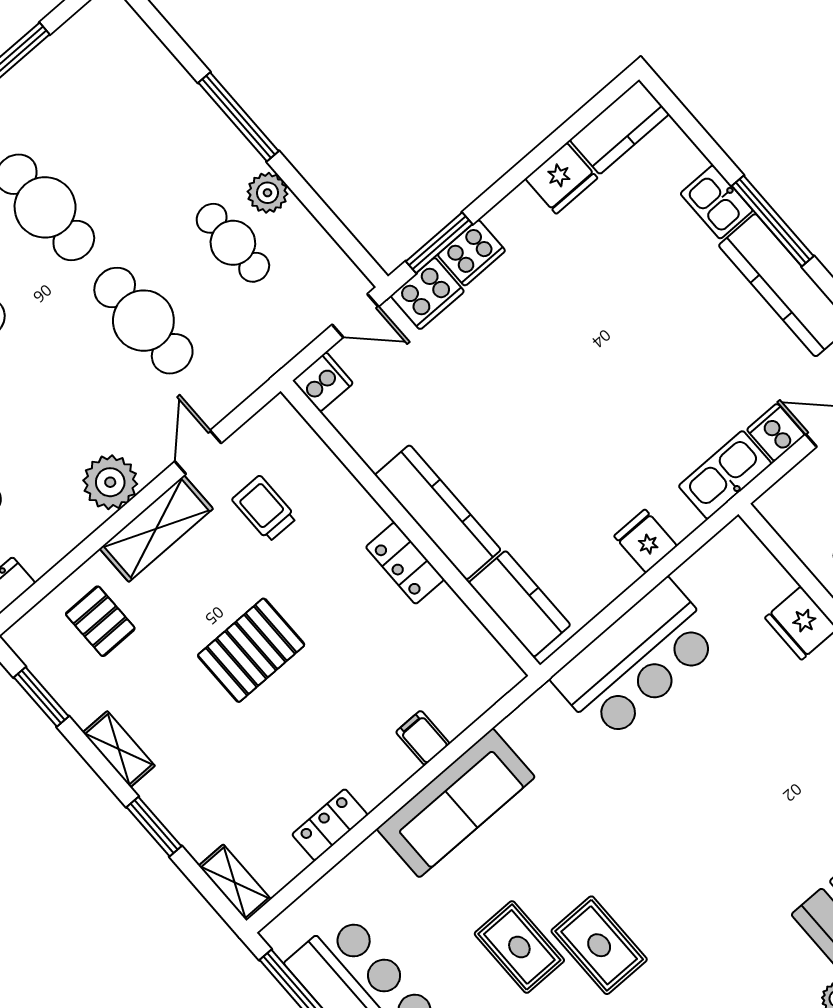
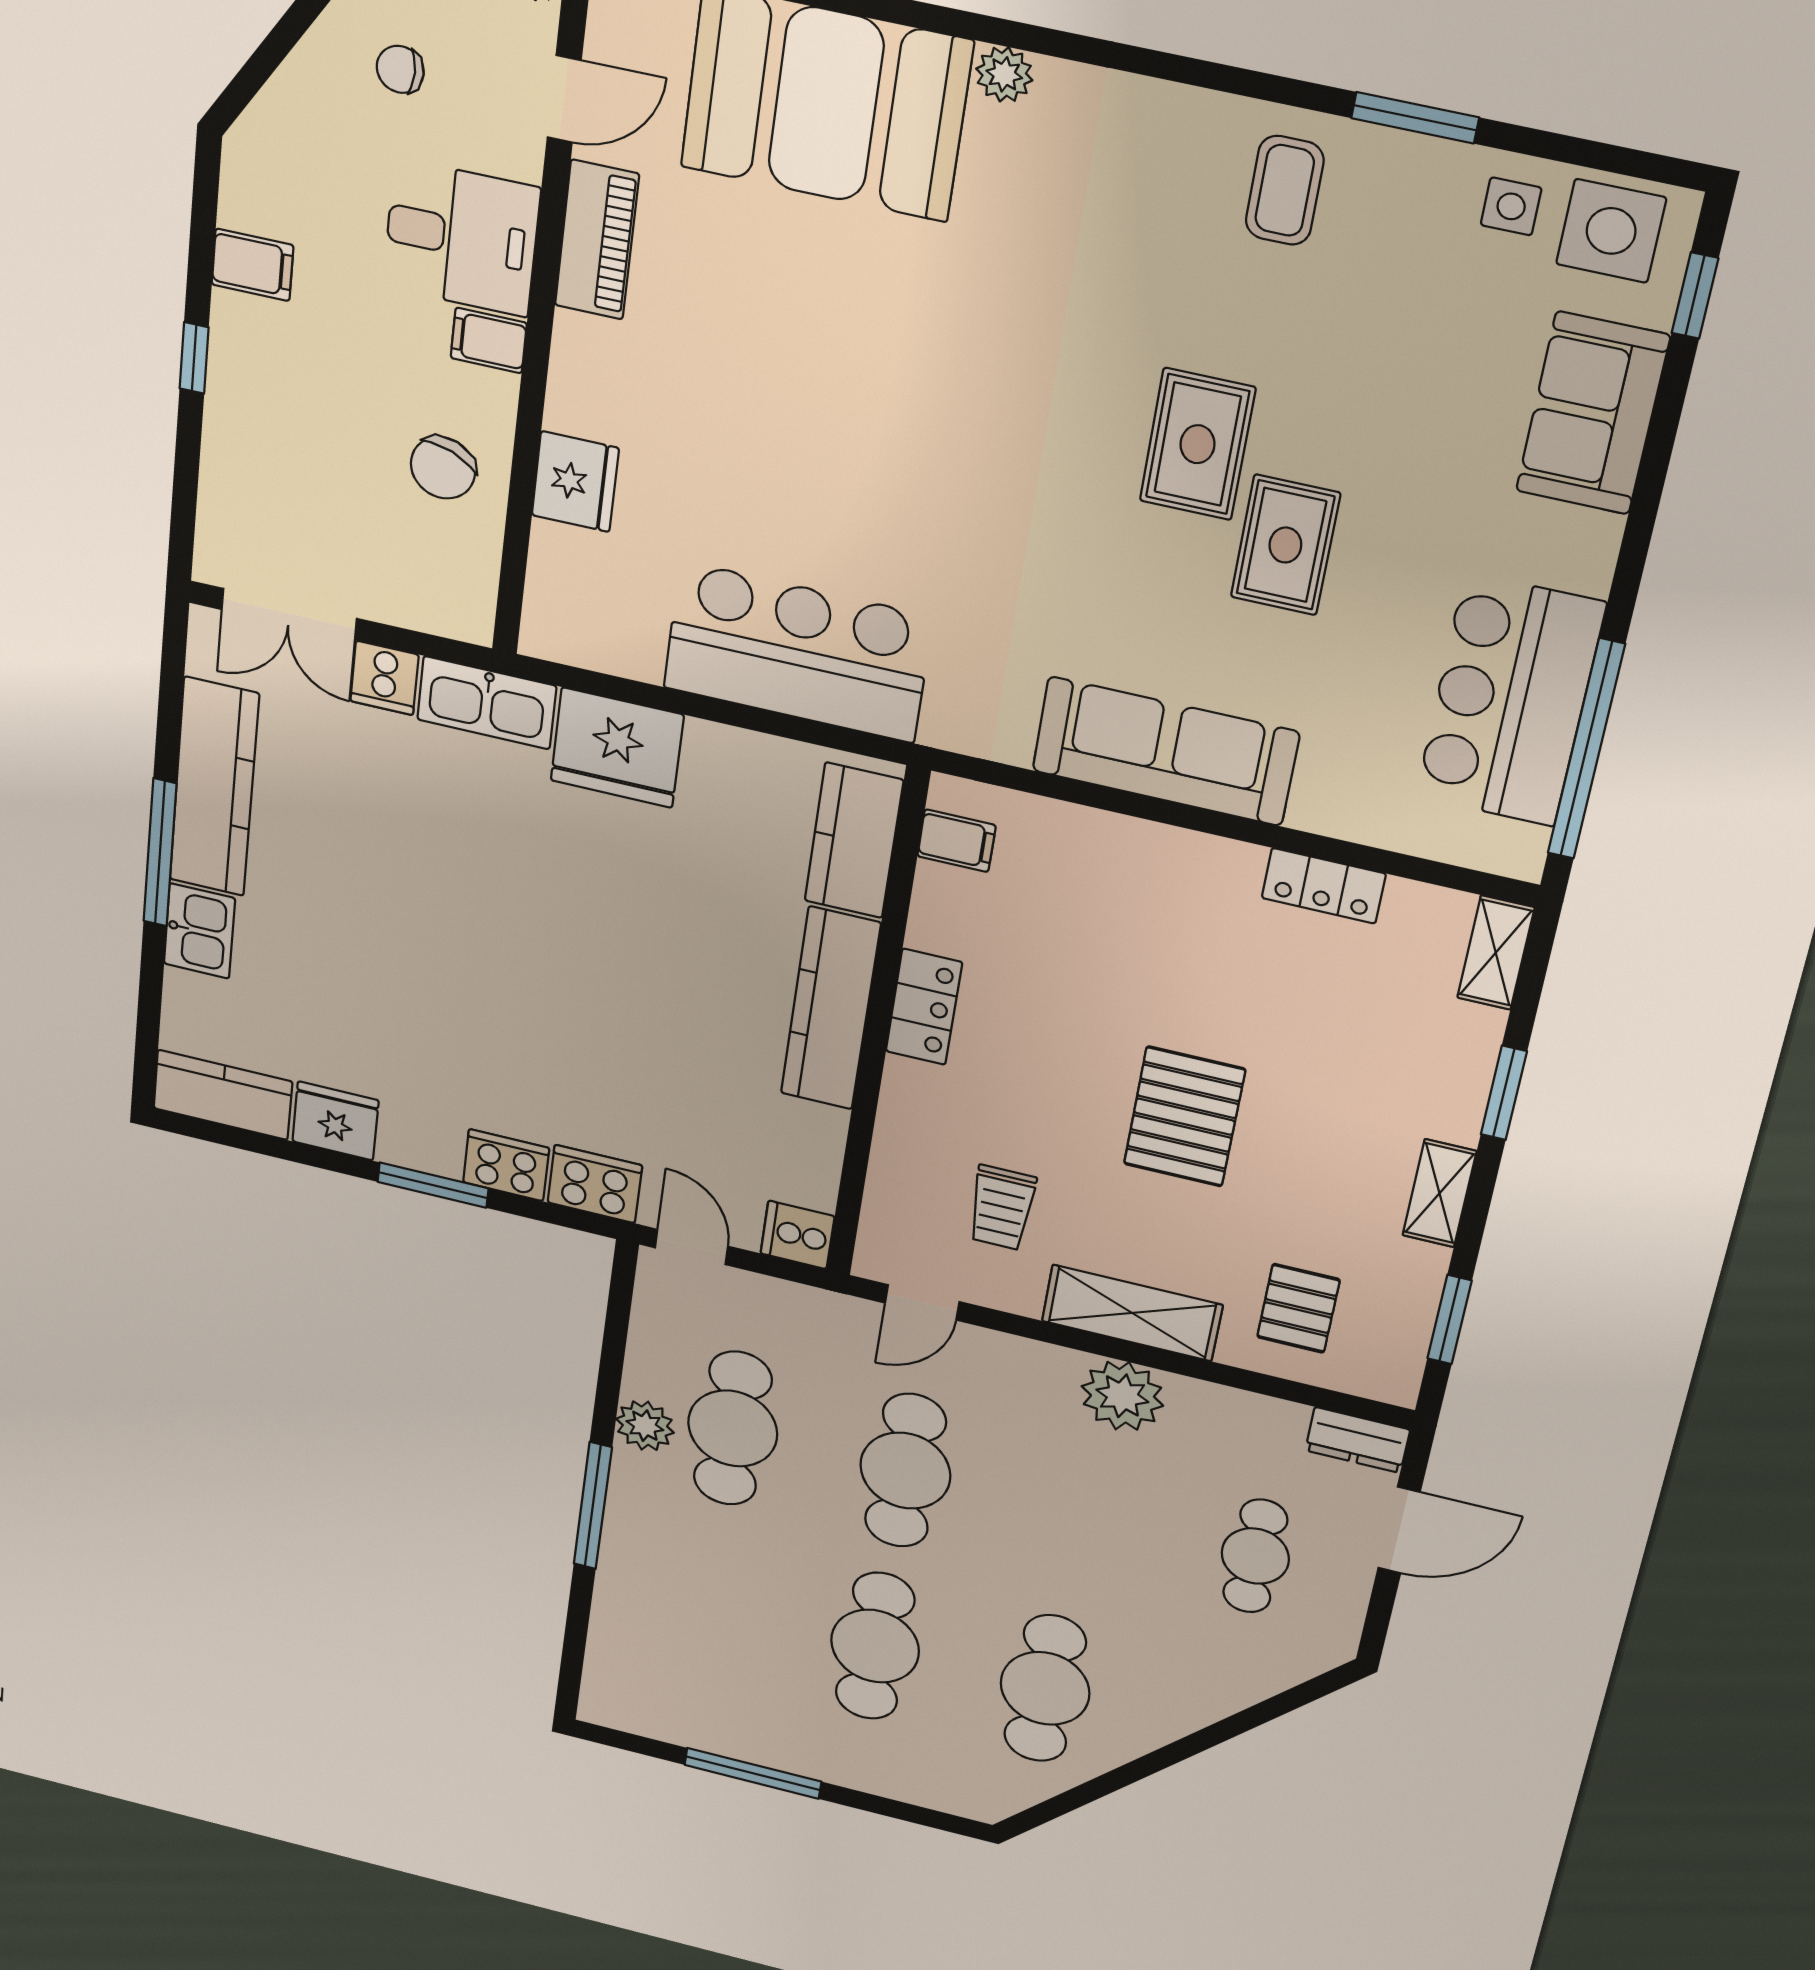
cafe table: (233, 243) -> (733, 1428), width x1.37, depth x1.35
window: (439, 243) -> (433, 1185), moved
door: (198, 452) -> (922, 1302), moved
fridge: (646, 541) -> (617, 748), width x1.88, depth x1.34
pallet: (251, 650) -> (1184, 1117), turned 90
filing cabinet: (423, 738) -> (956, 841), moved, turned -90

